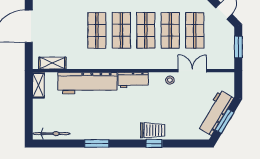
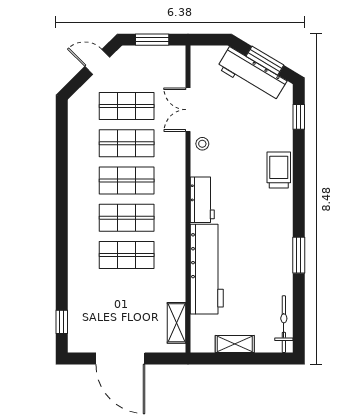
shelving: (38, 85) -> (235, 344), moved
window: (154, 143) -> (299, 117), moved

